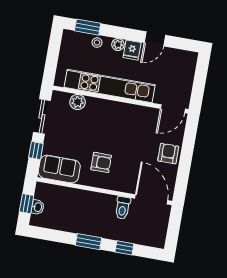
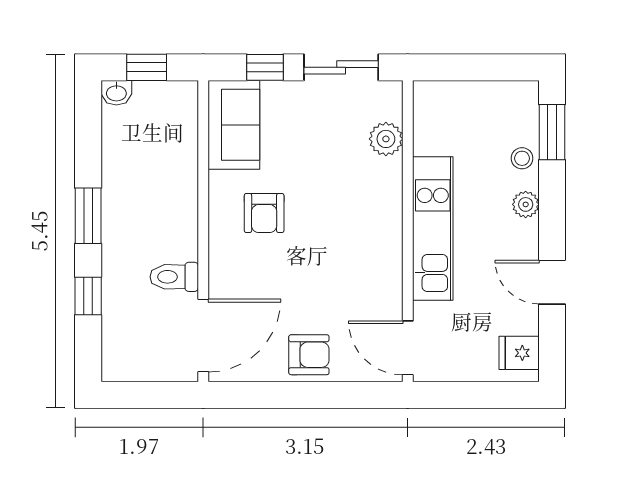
fridge: (132, 50) -> (519, 353), moved
kitchen unit: (110, 86) -> (433, 228), width x0.73
washbasin: (38, 207) -> (116, 93), moved

